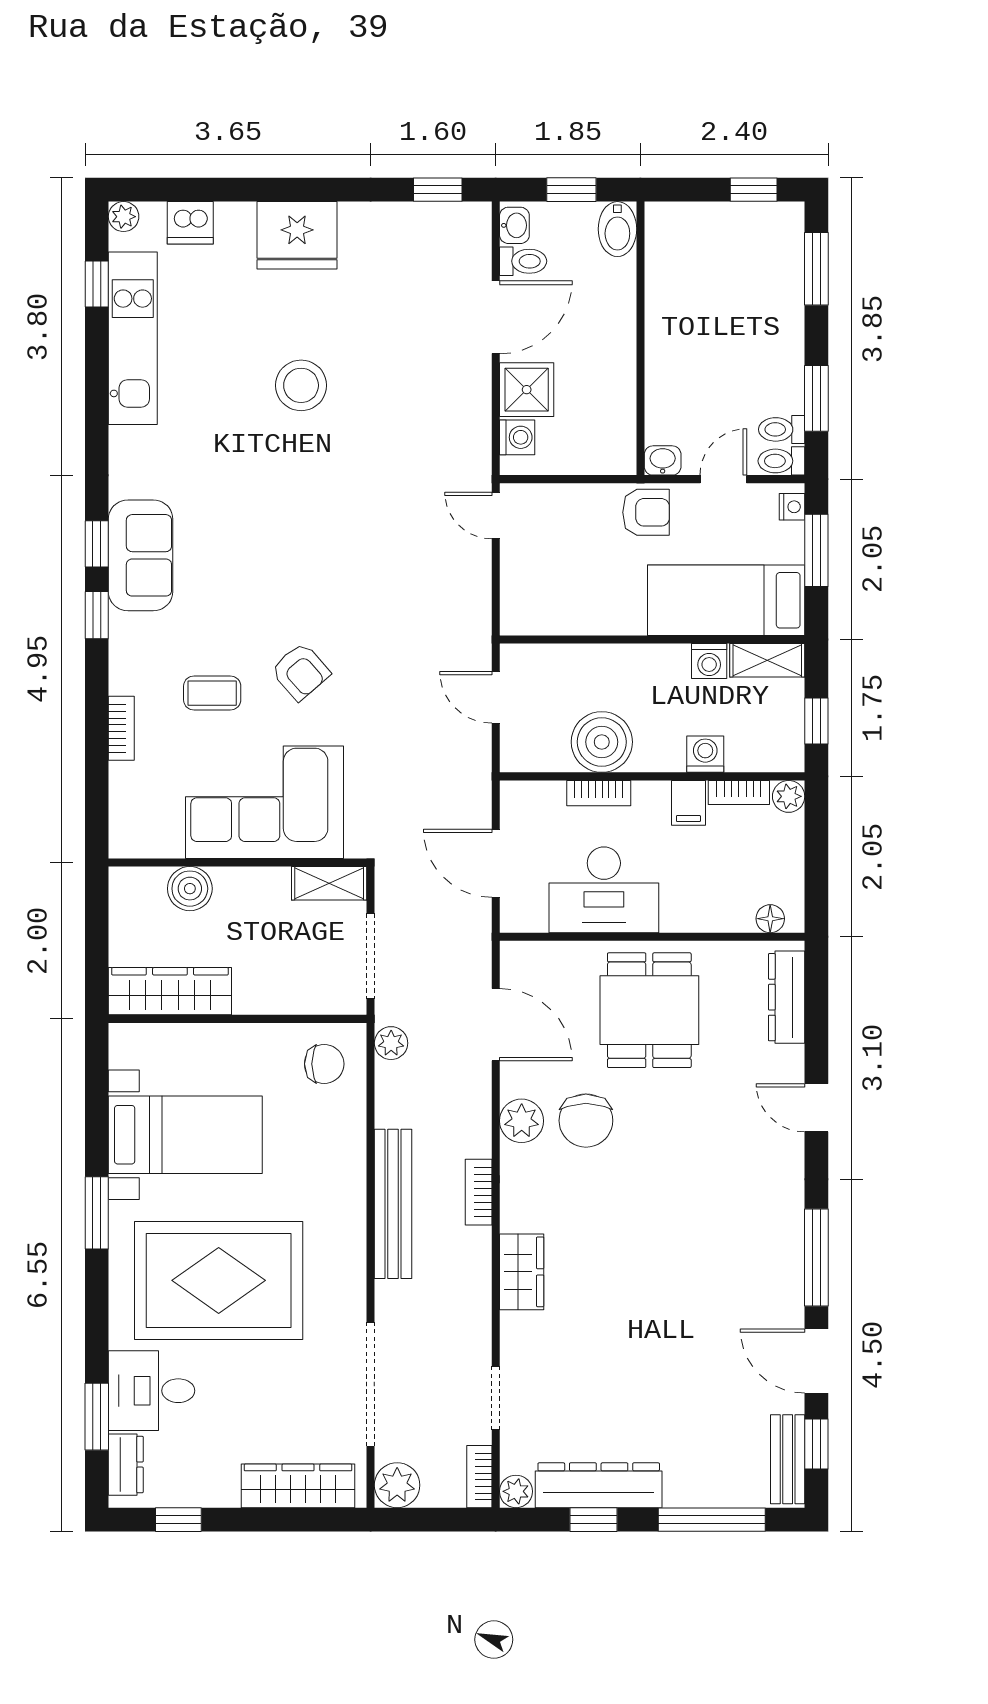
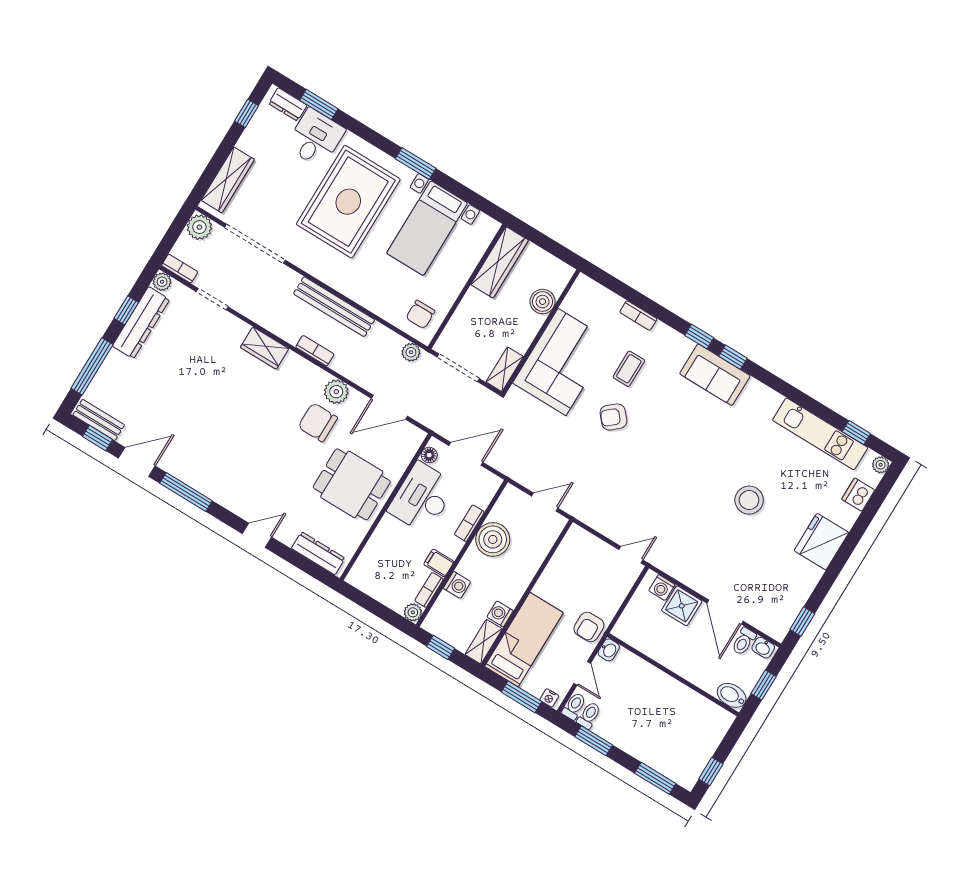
floor lamp: (770, 919) -> (429, 455), moved

